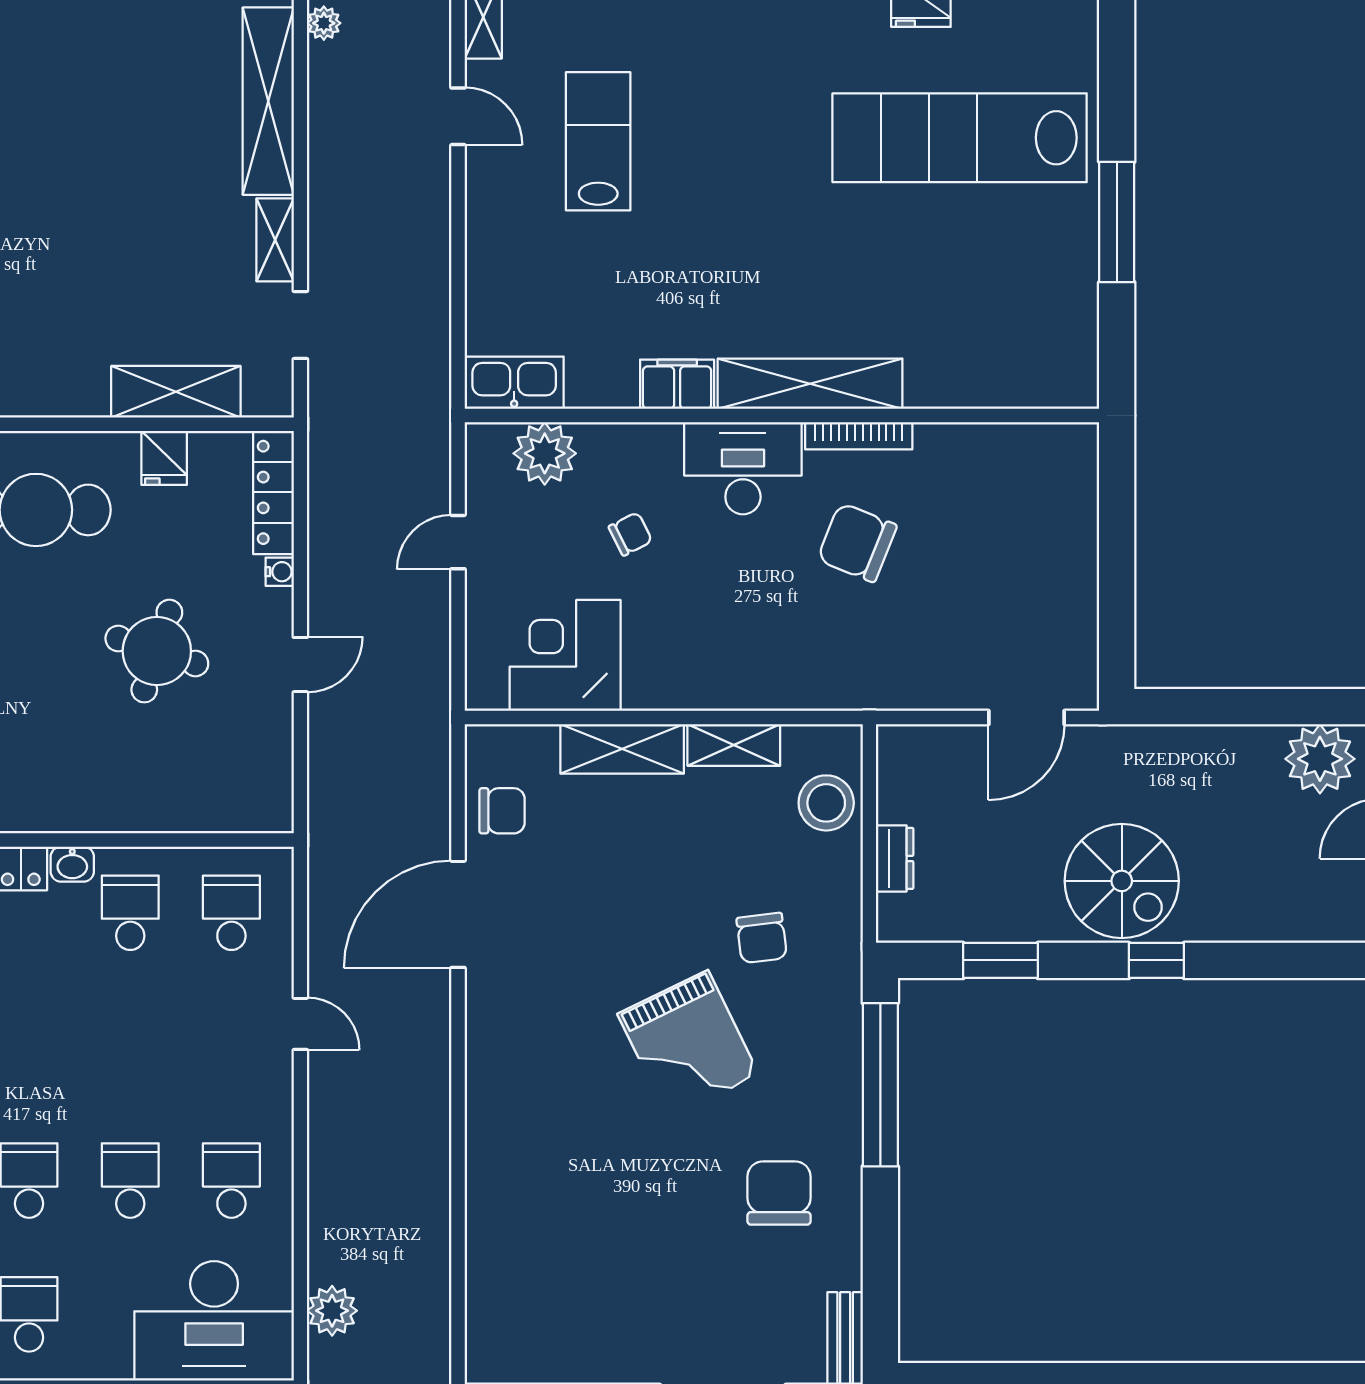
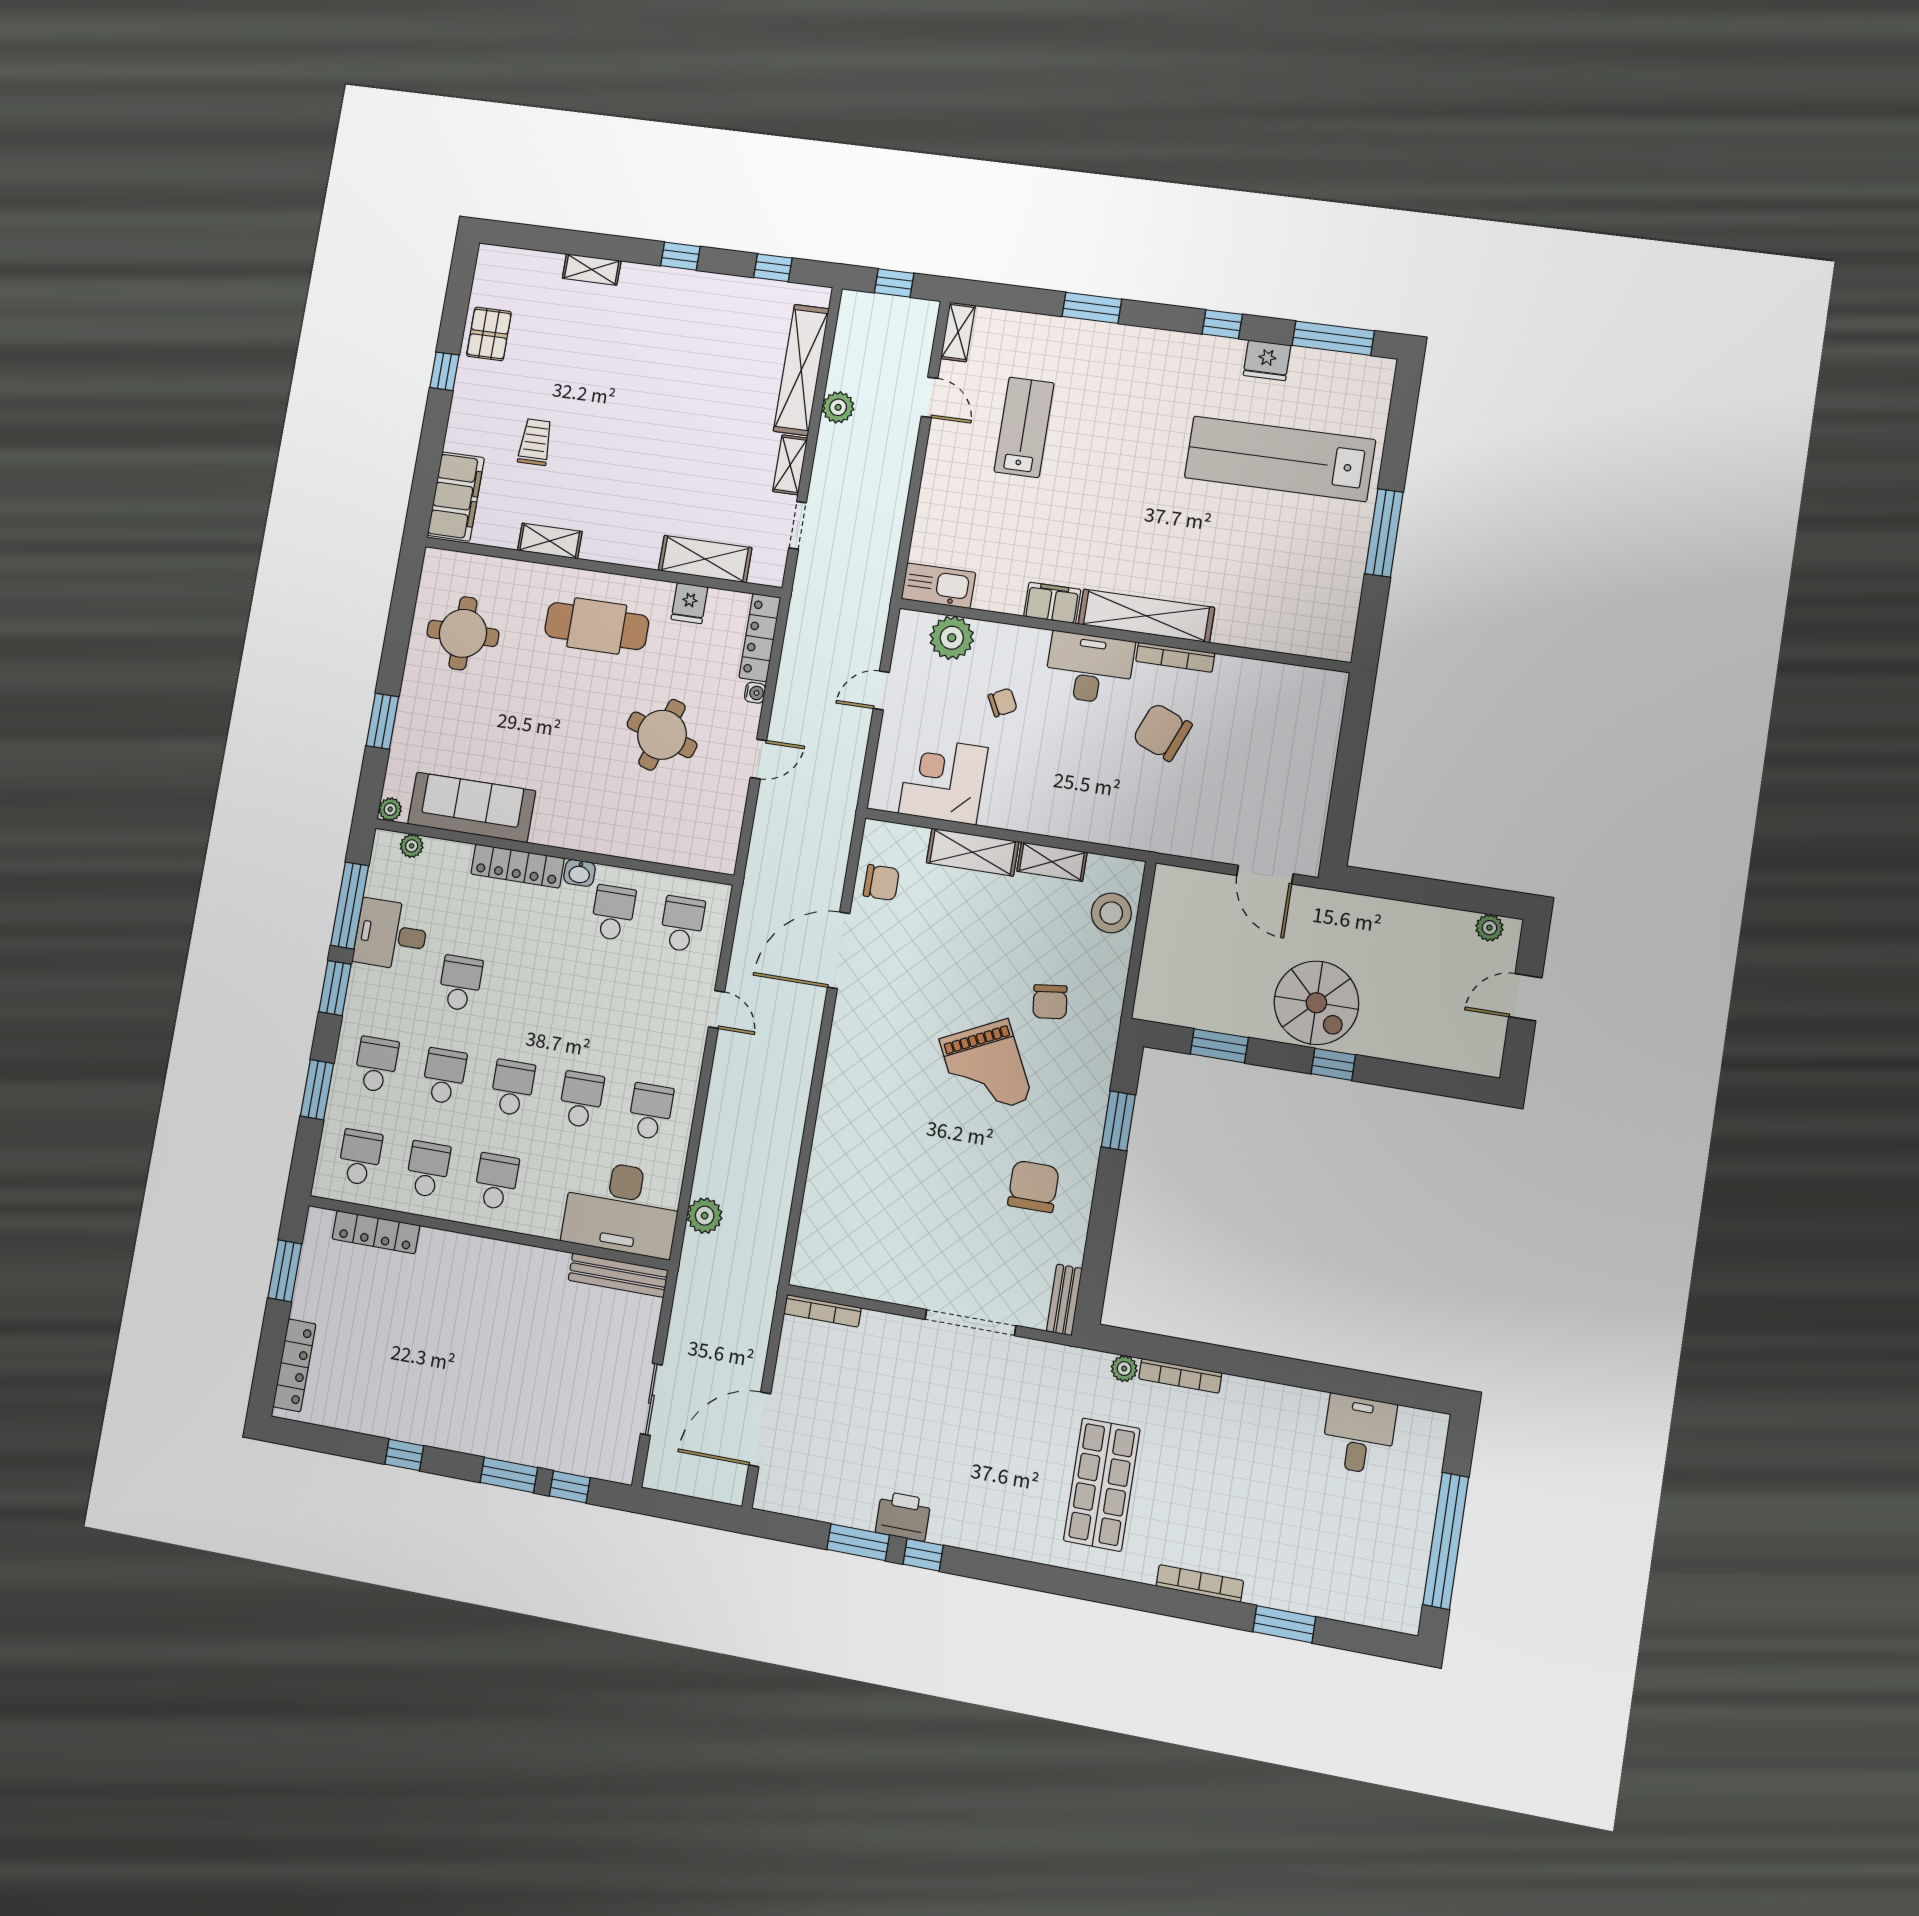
plant: (324, 23) -> (838, 407), moved, width x1.38, depth x1.38
door: (1027, 717) -> (1265, 875), hinge flipped
plant: (1320, 759) -> (1489, 928), width x0.53, depth x0.53
dresser: (895, 858) -> (1154, 960), removed
window: (880, 1085) -> (1118, 1121), width x0.47

